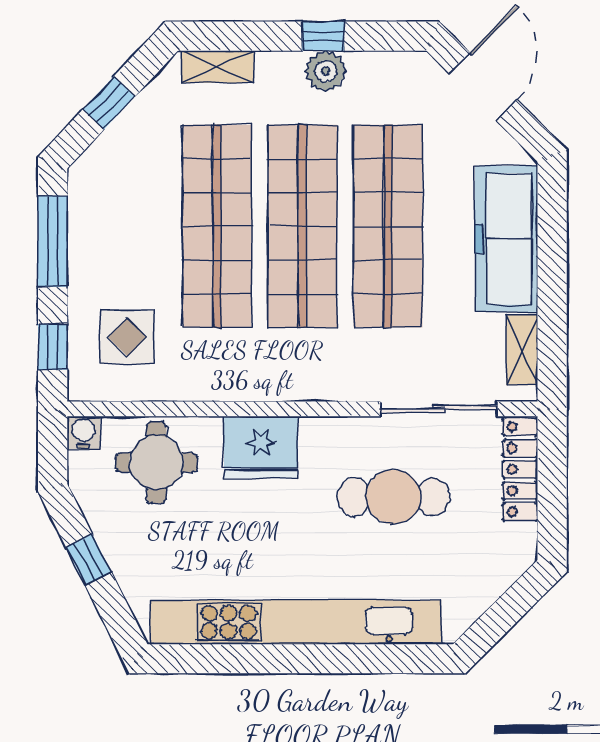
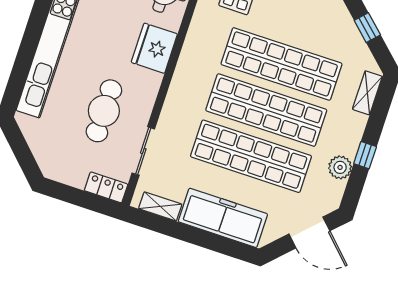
plant: (326, 71) -> (340, 167), moved
sliding door: (439, 409) -> (143, 151), width x0.73
locker: (520, 469) -> (106, 187), width x0.66

